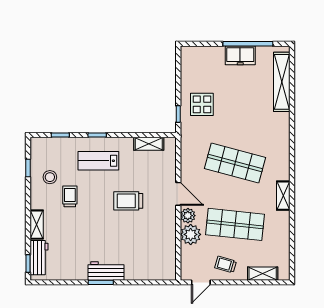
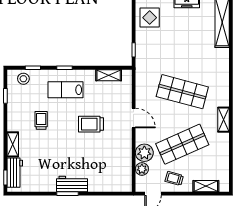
display table: (202, 104) -> (150, 18), moved
stool: (50, 177) -> (23, 79), moved
plant: (188, 216) -> (142, 169), moved
shop shelf: (235, 224) -> (182, 144), turned -30

